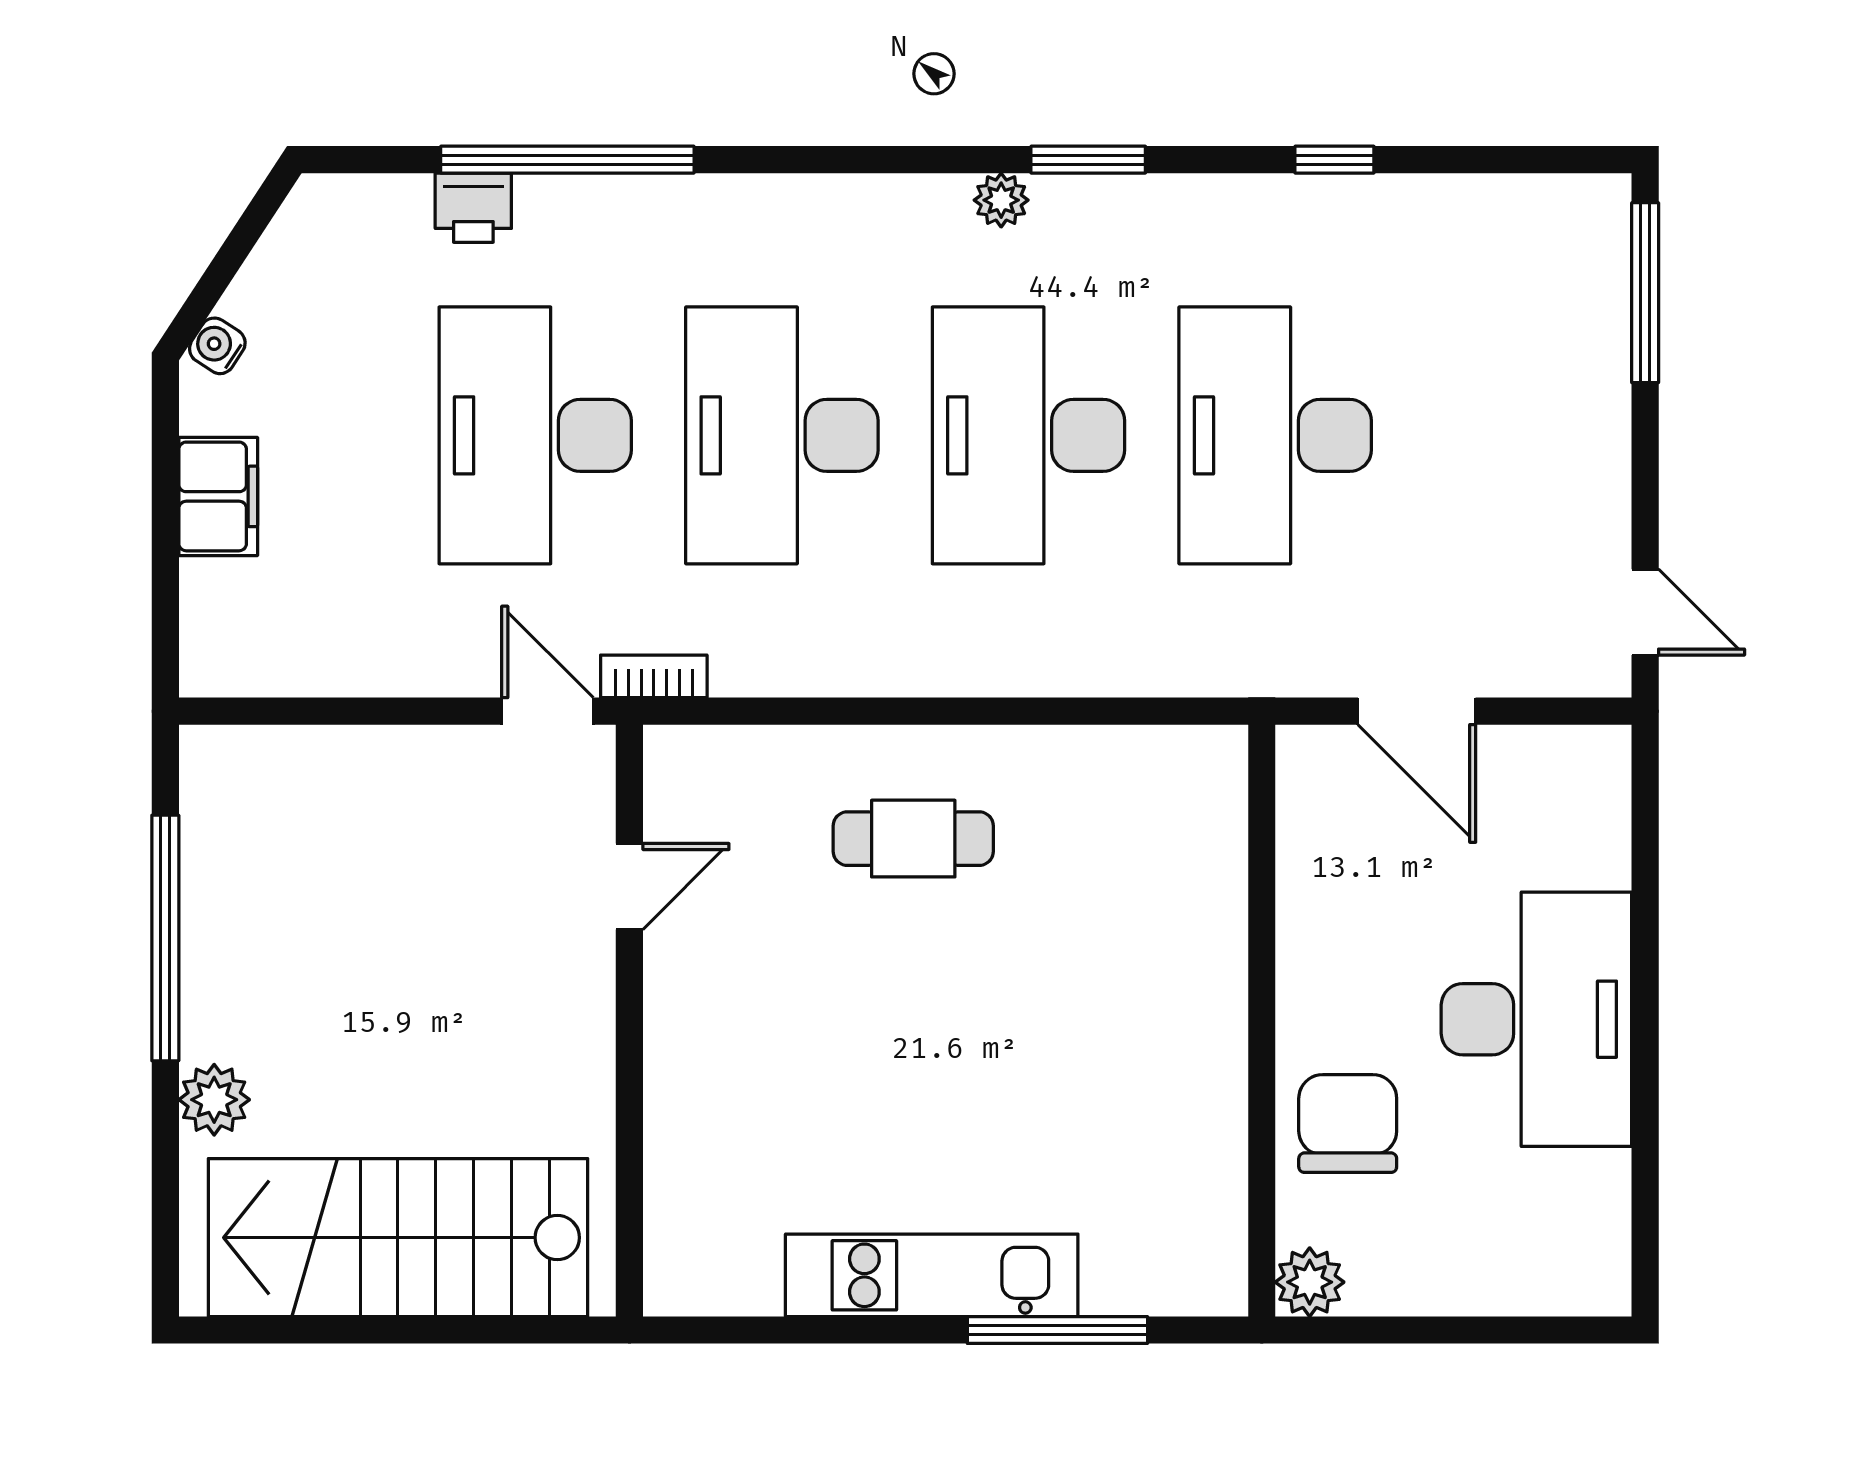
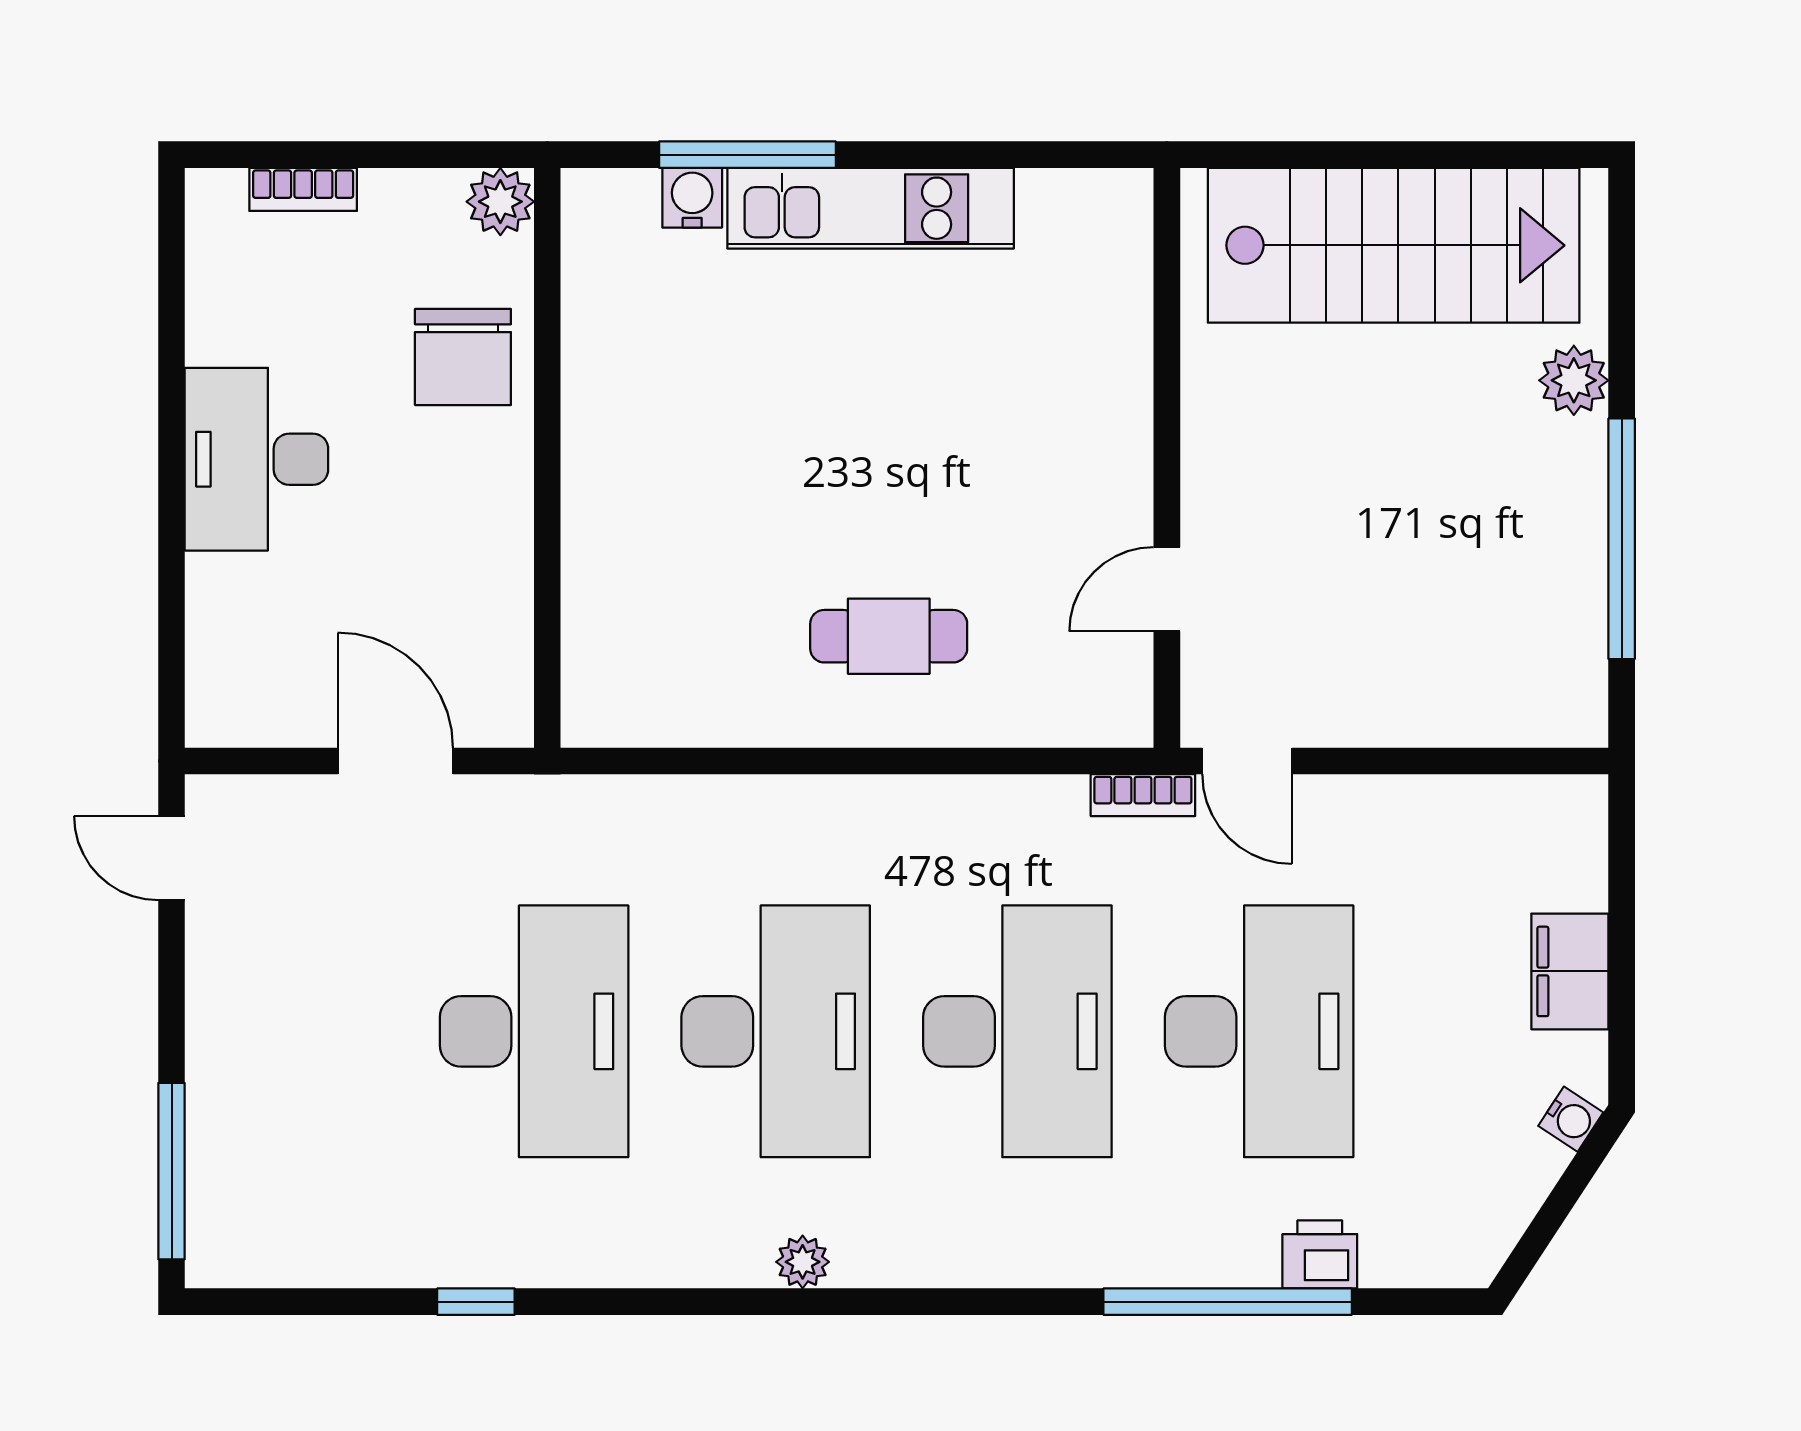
window: (1088, 160) -> (717, 1302), removed
desk: (1536, 1019) -> (256, 459), width x0.73, depth x0.77
water cooler: (1114, 1286) -> (692, 198), added
bookcase: (1511, 1295) -> (303, 189), added

